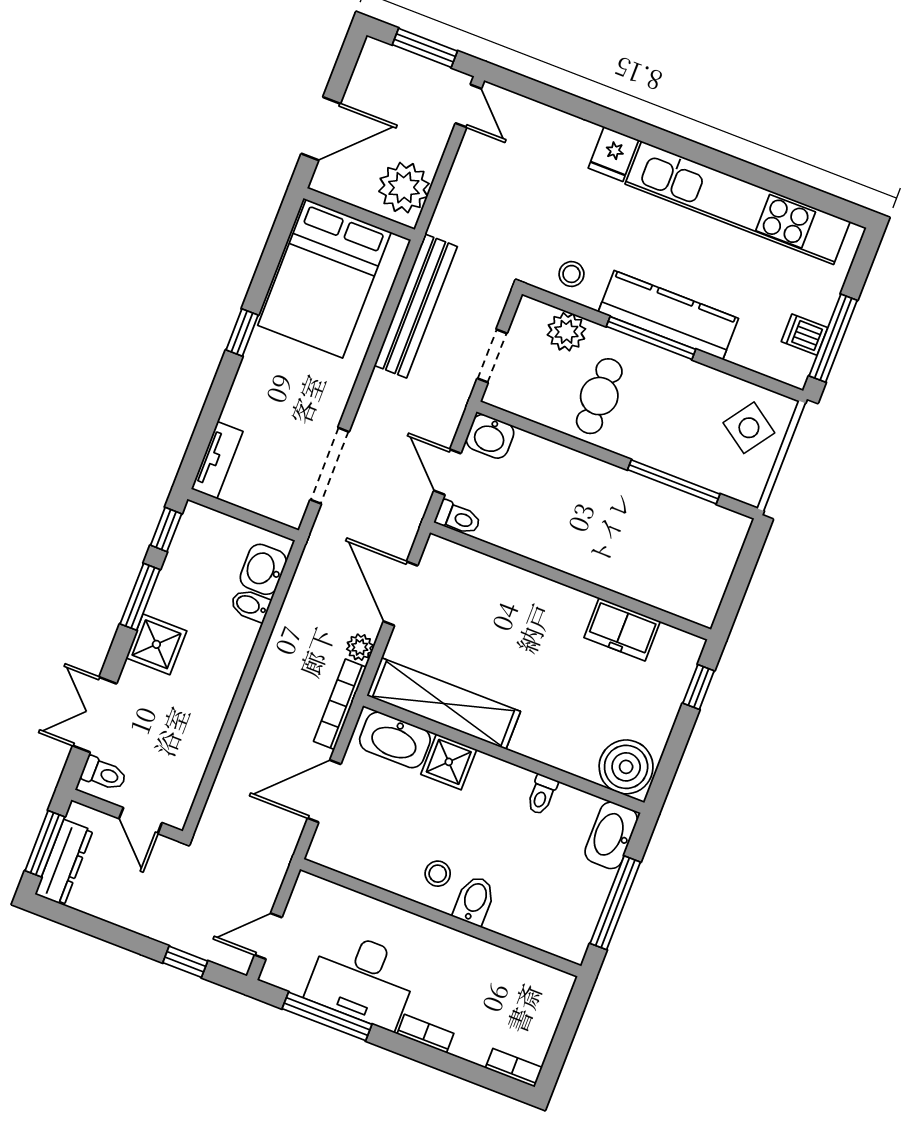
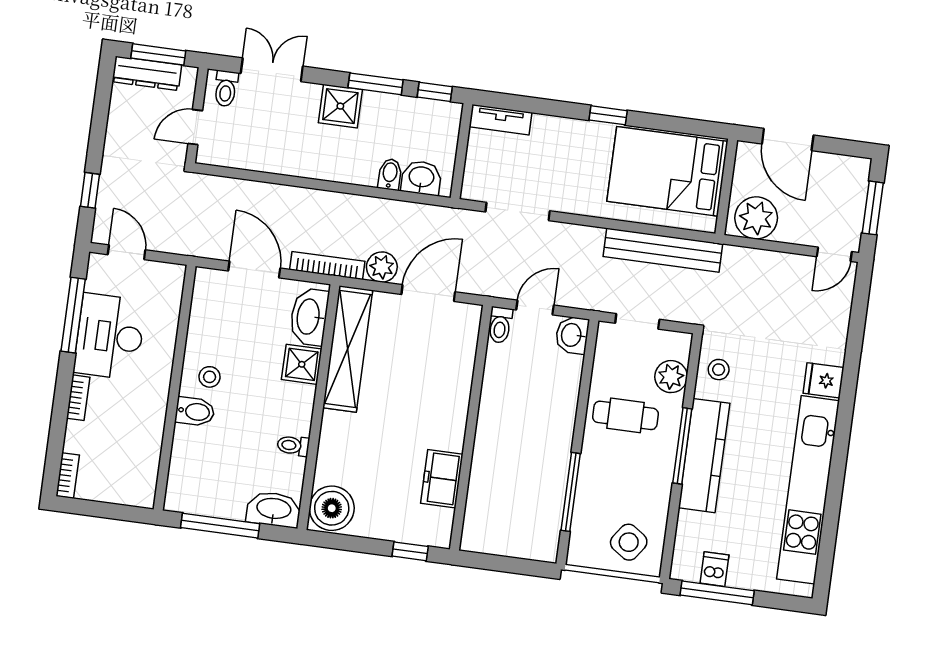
plant: (360, 647) -> (382, 267), width x1.38, depth x1.38

